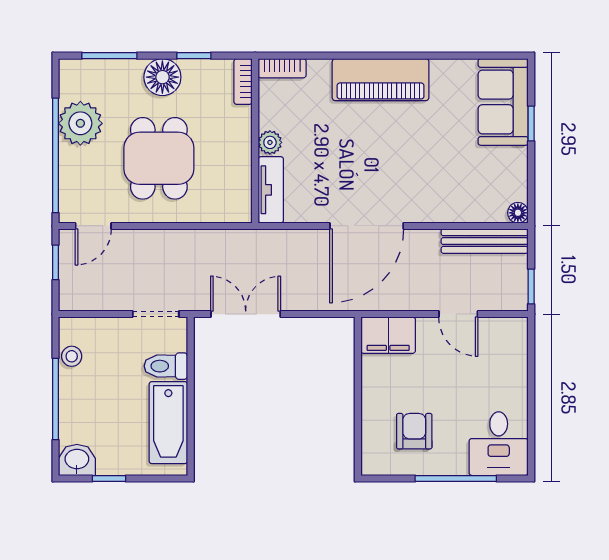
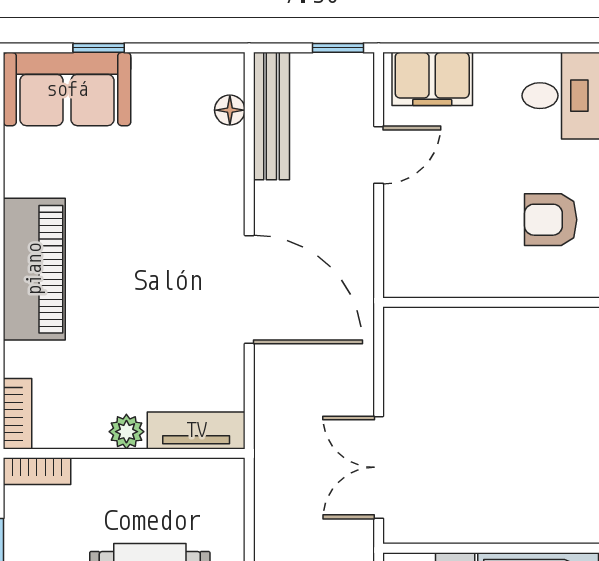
floor lamp: (518, 213) -> (230, 110), moved
filing cabinet: (388, 335) -> (432, 79), moved, turned 90

